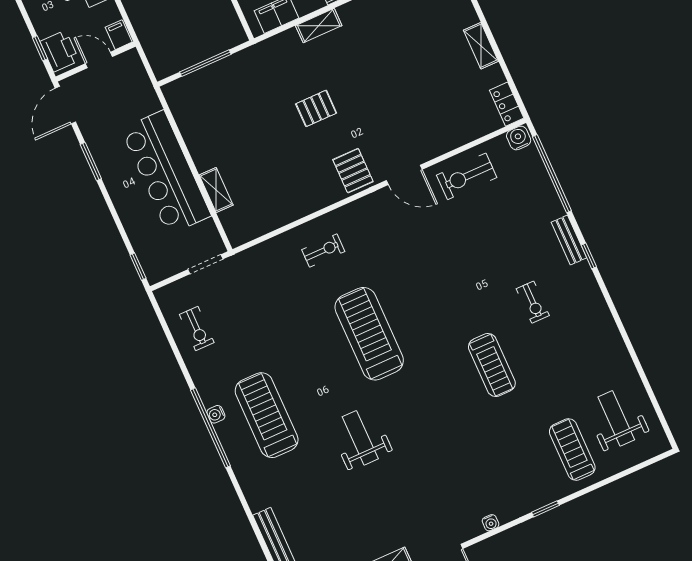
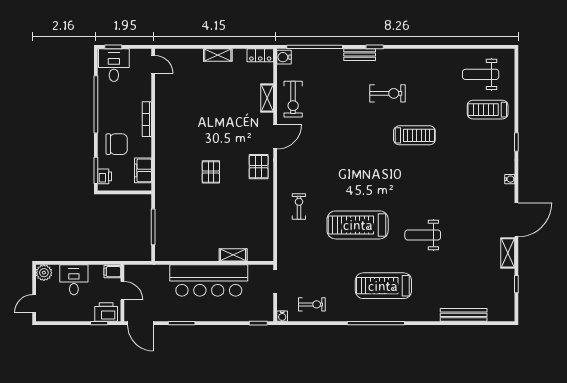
shelving: (319, 26) -> (267, 98), moved
door: (99, 60) -> (122, 291), swing flipped
pallet: (353, 171) -> (259, 167), turned 90
exercise bike: (533, 302) -> (387, 93), width x1.38, depth x1.39
treadmill: (369, 334) -> (358, 225), moved
water cooler: (216, 414) -> (282, 316), moved

